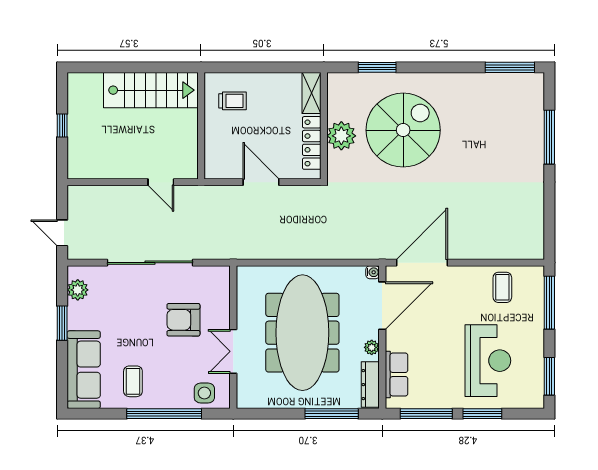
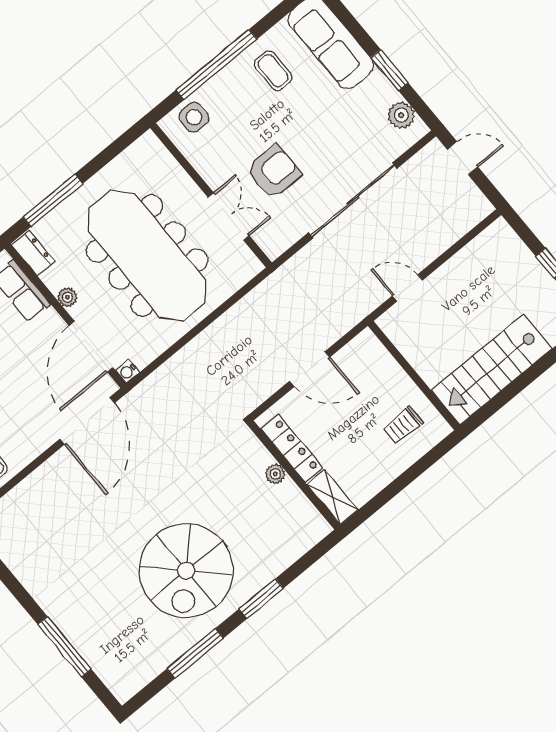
window: (377, 67) -> (261, 599), moved
window: (510, 67) -> (195, 653), moved
spiral stairs: (403, 130) -> (186, 571), moved
plant: (341, 136) -> (275, 474), width x0.53, depth x0.53
double door: (233, 351) -> (229, 216), moved
dresser: (370, 385) -> (33, 253), width x0.70

